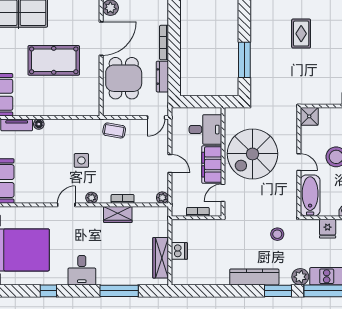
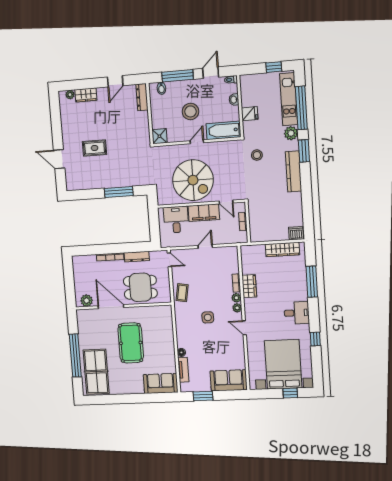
plant: (162, 198) -> (236, 298), moved
dishwasher: (179, 251) -> (296, 233), moved

